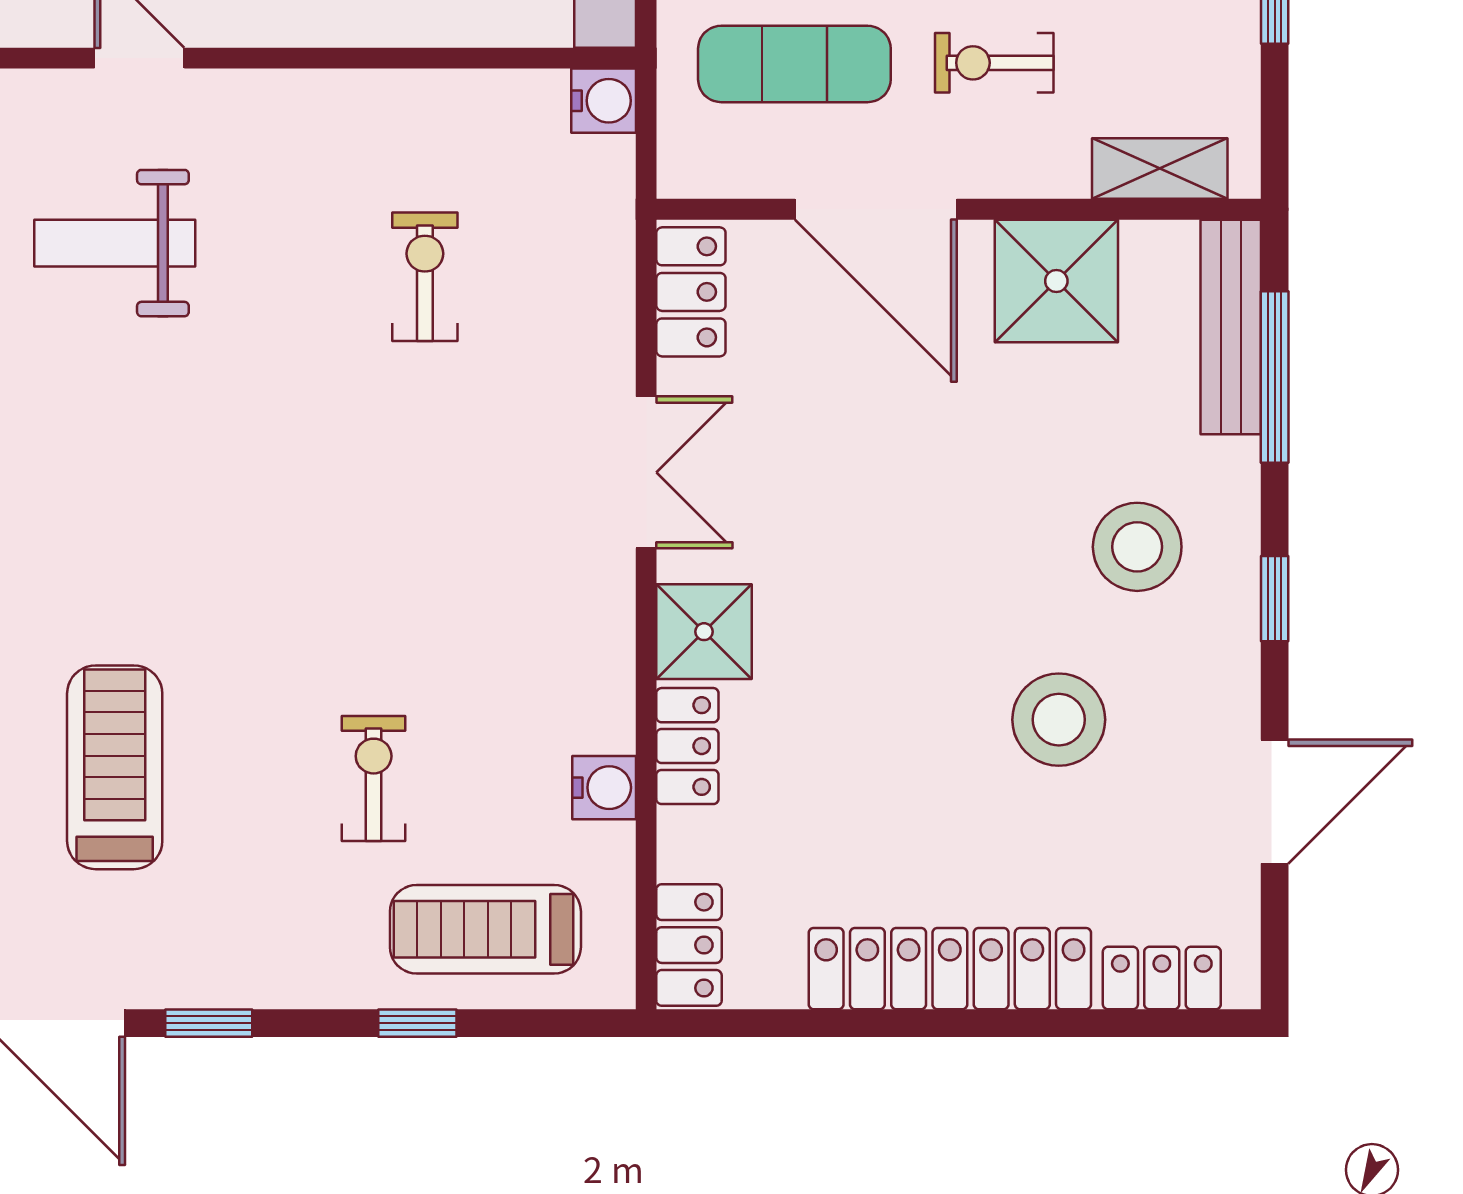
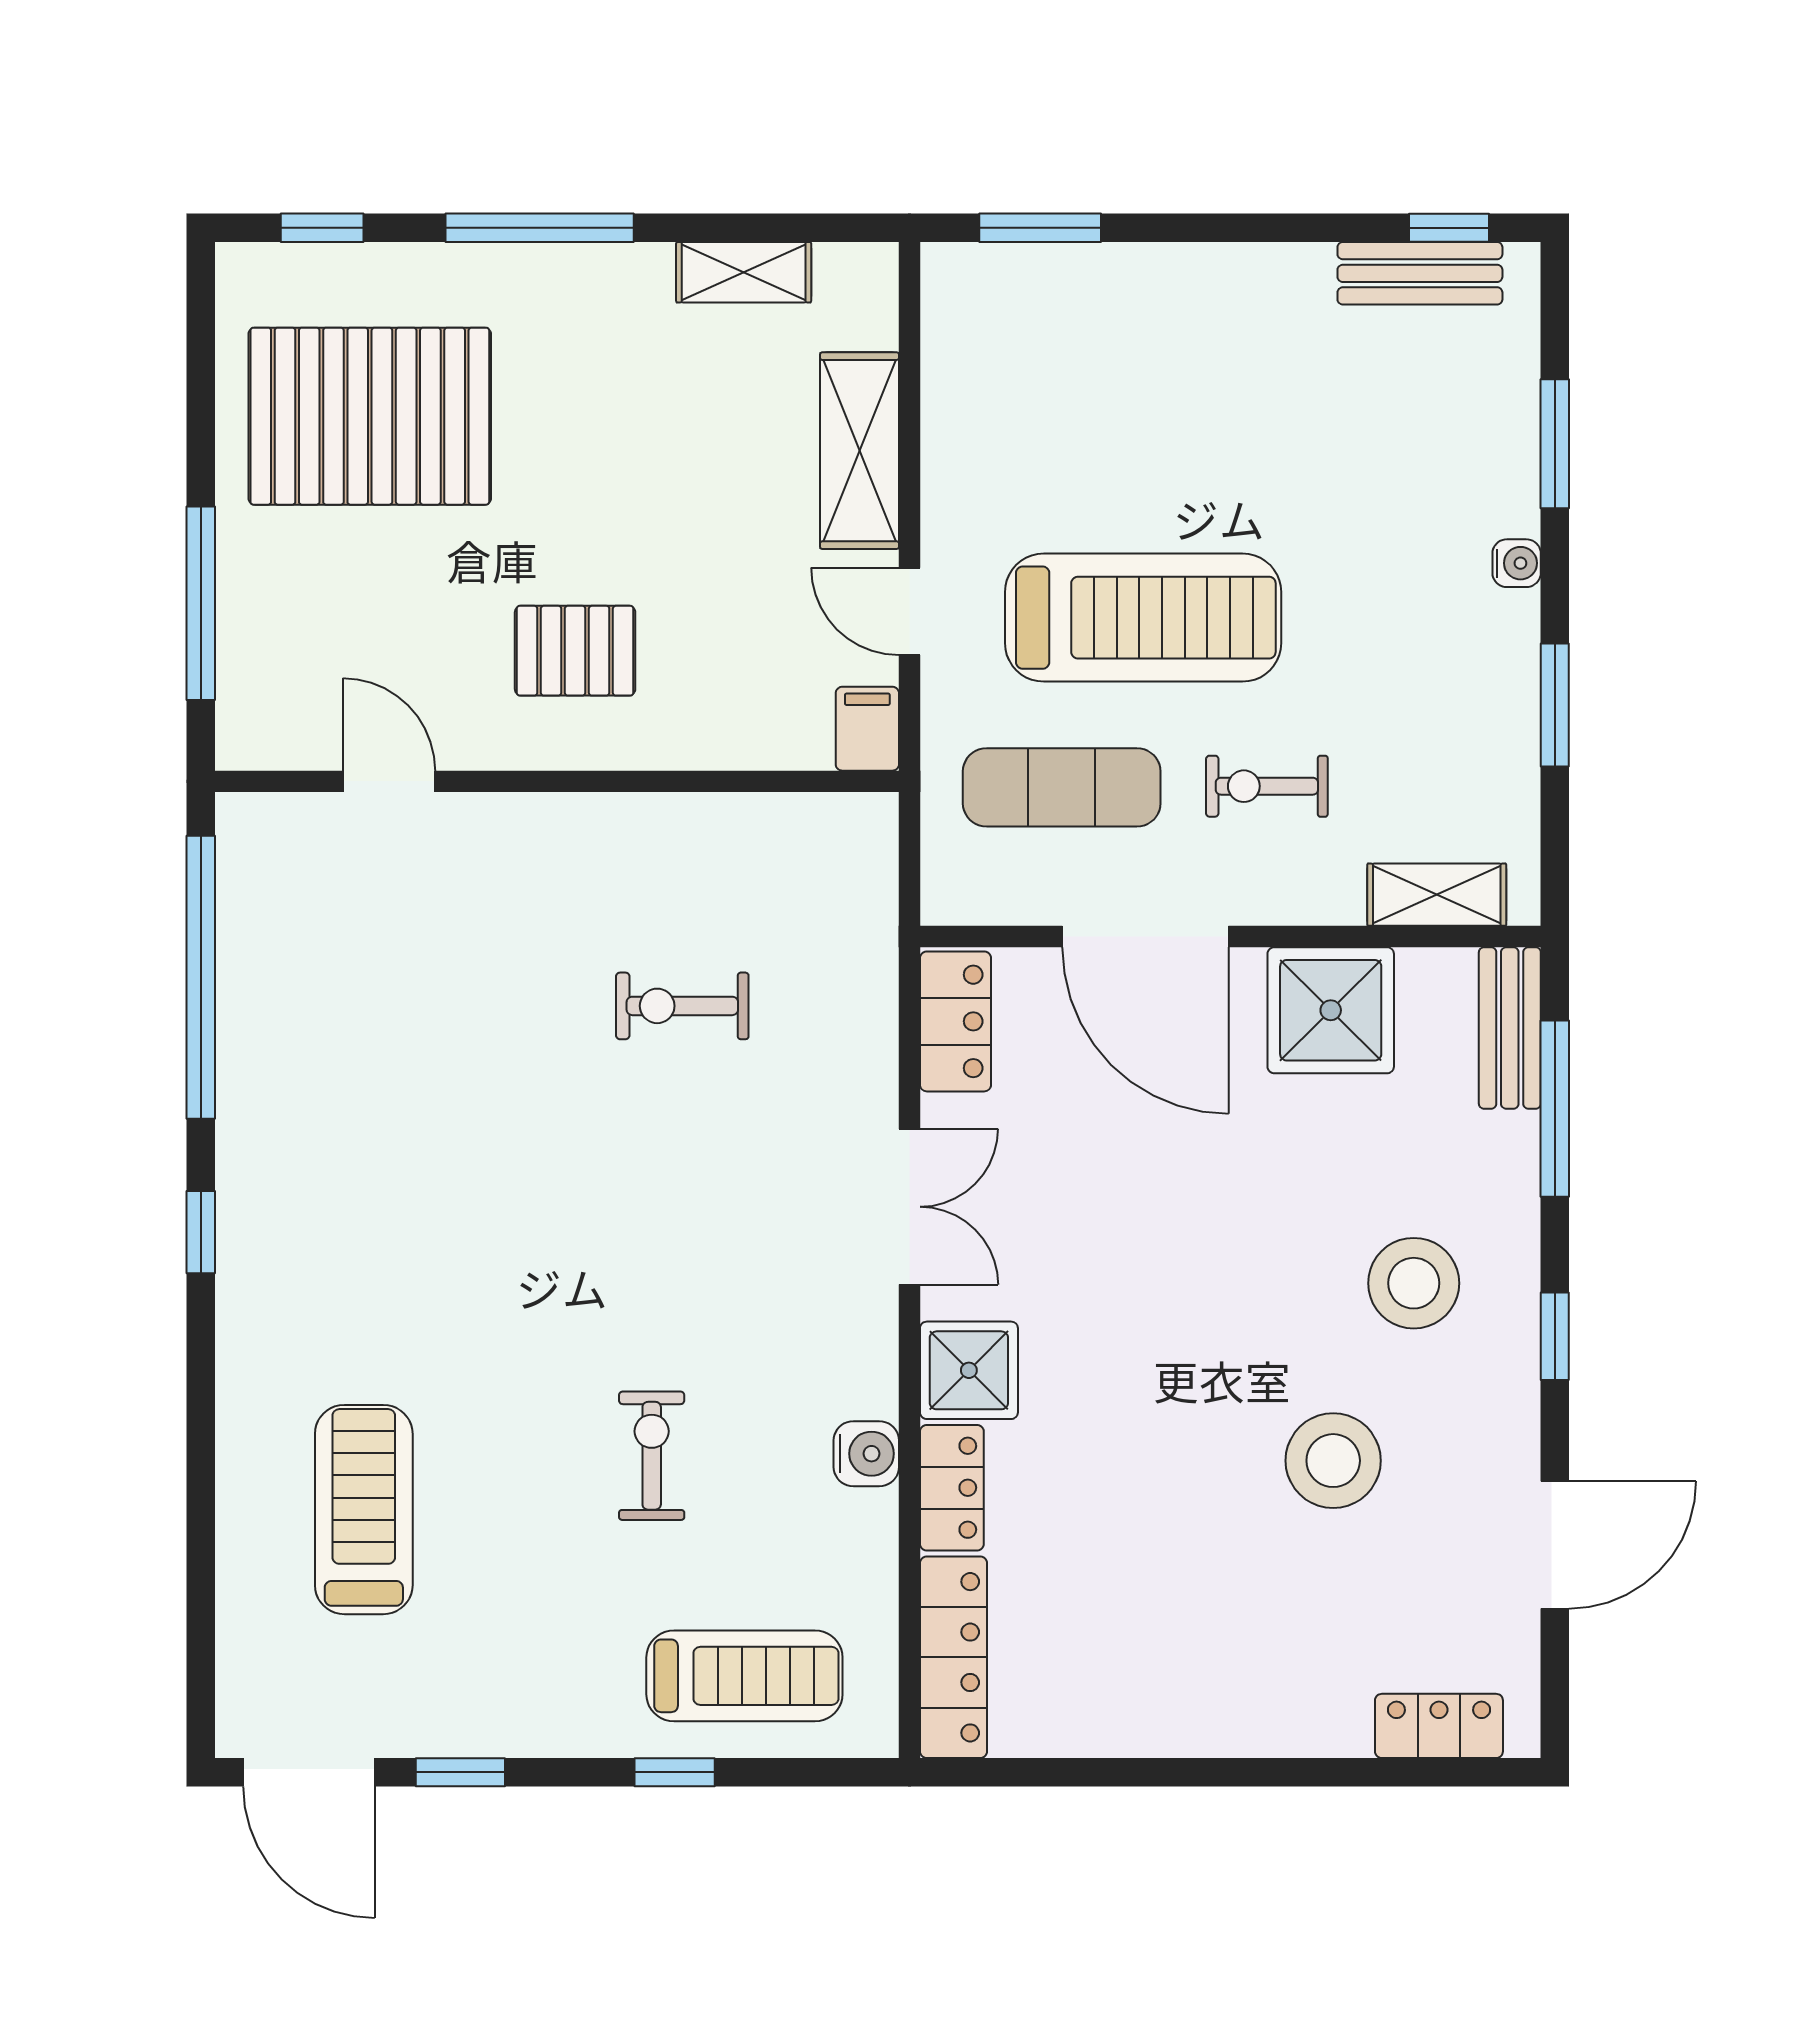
water cooler: (604, 101) -> (866, 825), removed
weight bench: (115, 243) -> (364, 971), removed
exercise bike: (425, 277) -> (682, 1006), turned -90
bench: (1231, 327) -> (1510, 1028), width x0.73
exercise bike: (374, 779) -> (652, 1456), moved
water cooler: (604, 788) -> (866, 1454), moved
treadmill: (485, 929) -> (744, 1676), turned 180
locker: (689, 945) -> (953, 1657), width x1.53
locker: (950, 969) -> (1221, 1716), removed

